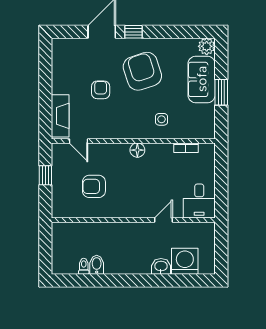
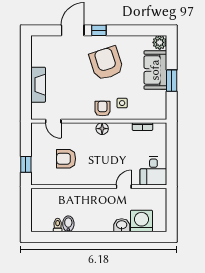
armchair: (101, 90) -> (102, 109), moved
fireplace: (60, 116) -> (38, 85), moved
window: (45, 175) -> (26, 164), moved

